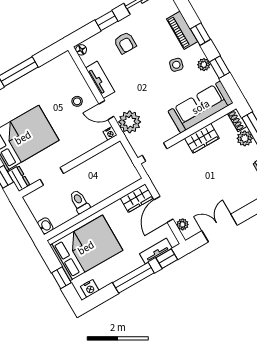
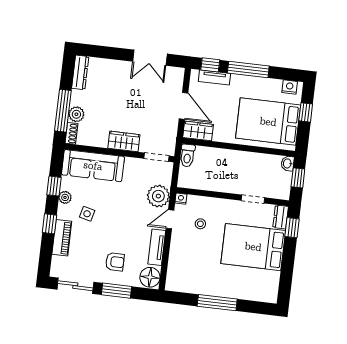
window: (106, 21) -> (116, 291), width x1.50
armchair: (125, 43) -> (115, 262), turned 90
floor lamp: (81, 50) -> (150, 277), width x1.89, depth x1.89
stool: (77, 101) -> (200, 224), moved
door: (106, 110) -> (170, 219), swing flipped
wardrobe: (202, 138) -> (124, 141), moved
toilet: (79, 202) -> (187, 155), moved
door: (164, 209) -> (183, 106), hinge flipped
window: (28, 220) -> (298, 178), added
plant: (183, 224) -> (177, 83), removed

